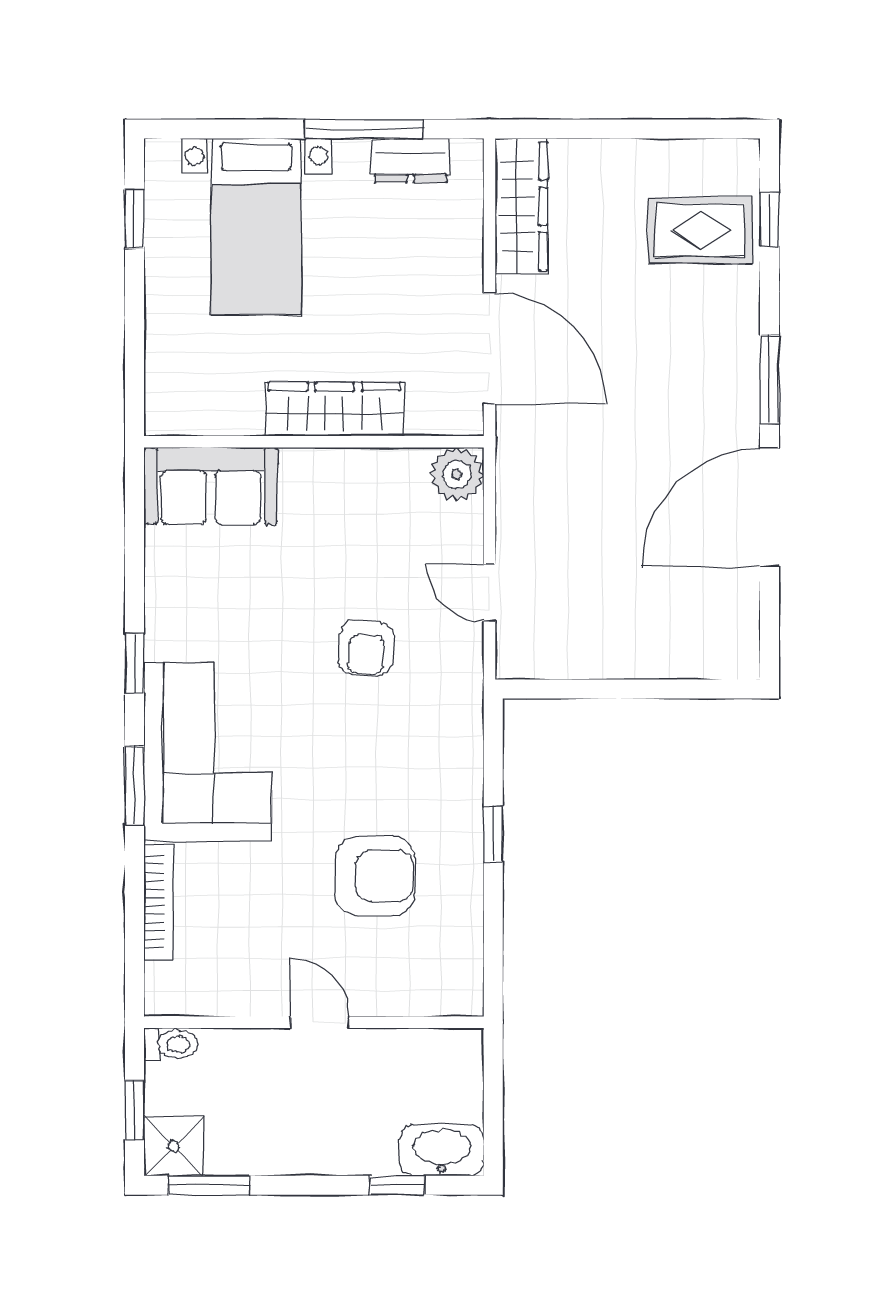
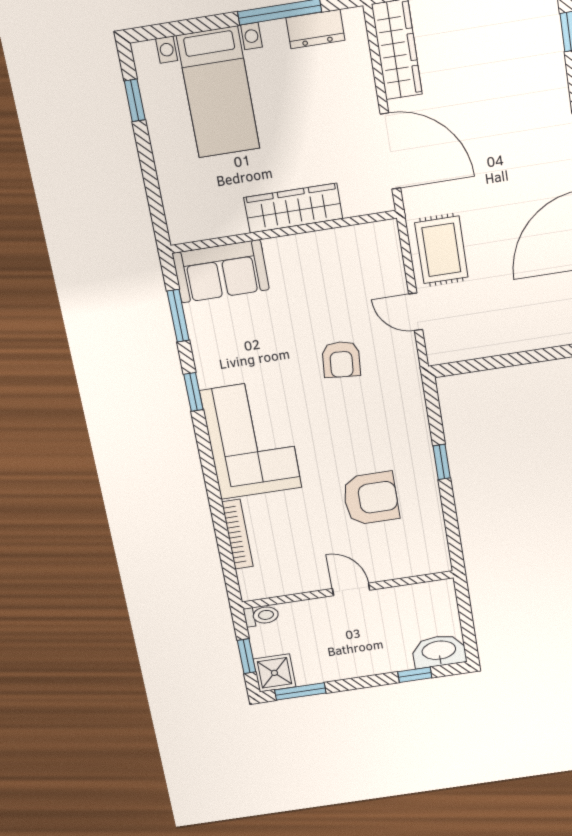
rug: (700, 230) -> (441, 250), moved, turned 90
plant: (457, 474) -> (382, 239), removed
window: (135, 786) -> (178, 316), moved

